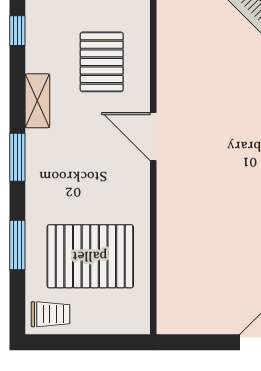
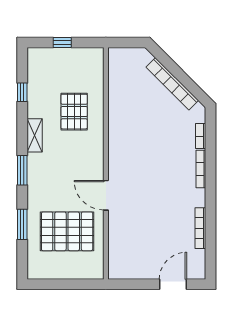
door: (153, 137) -> (106, 195), moved
trolley: (51, 314) -> (43, 267), removed

